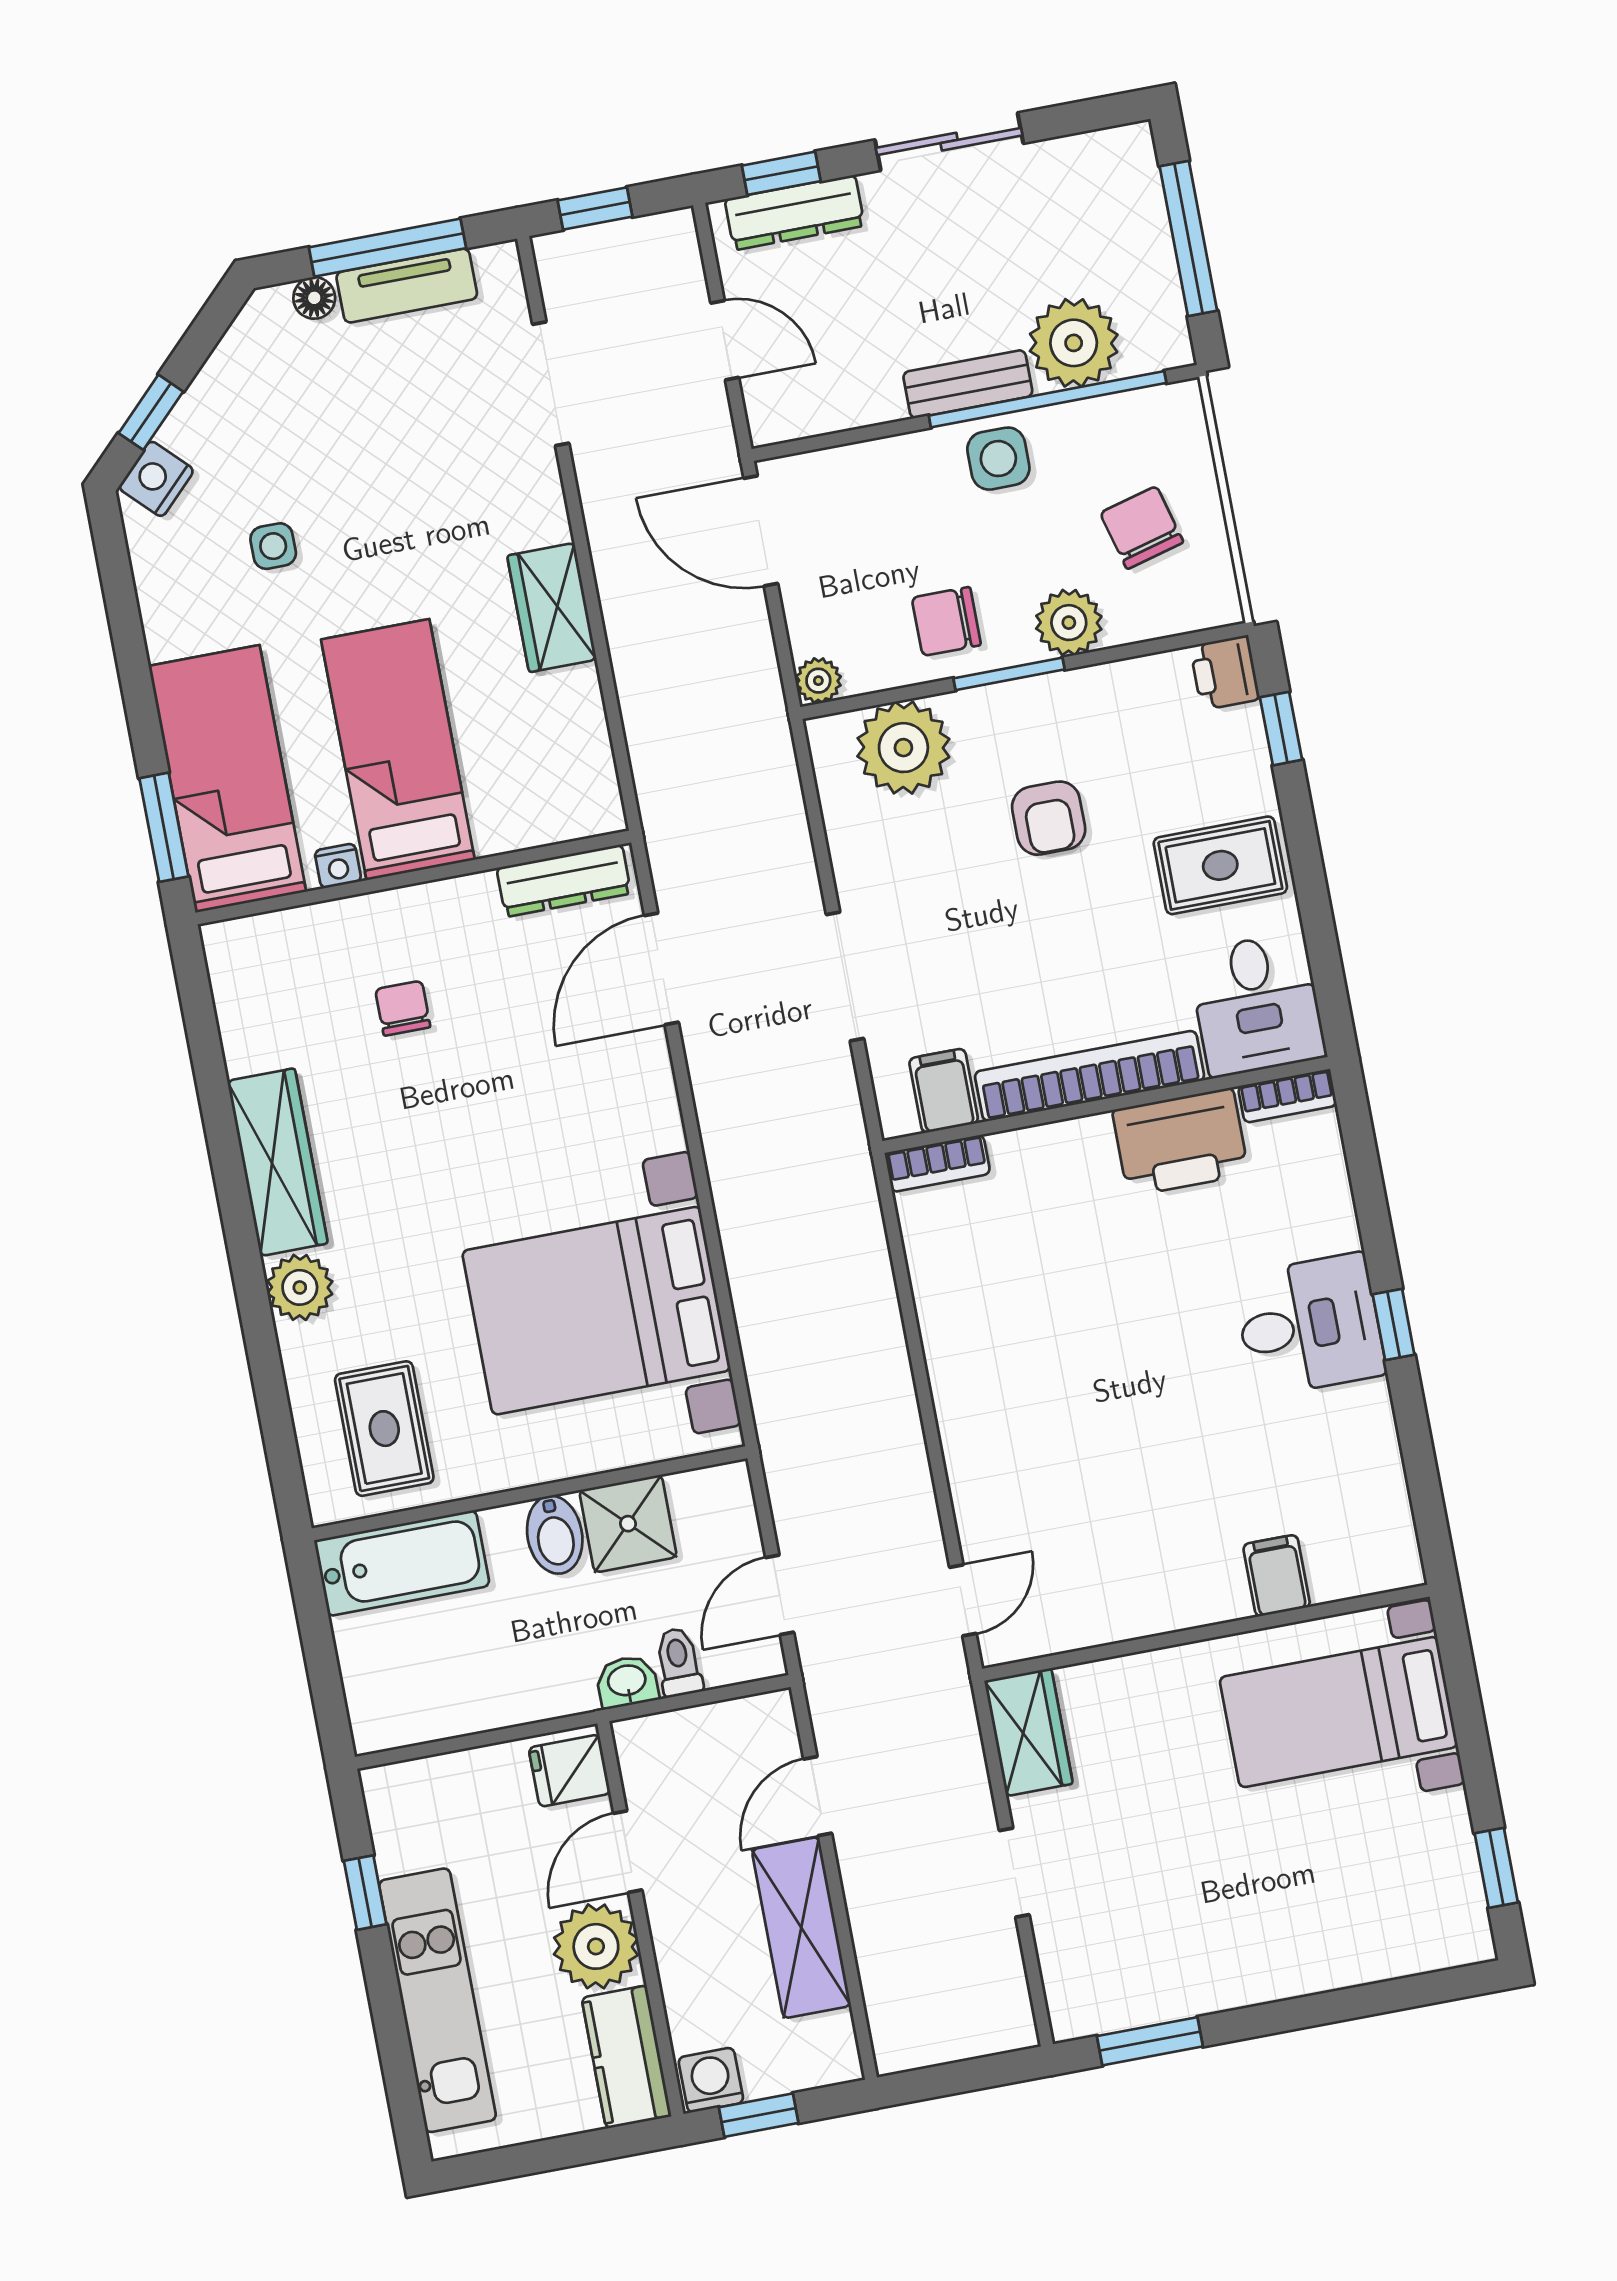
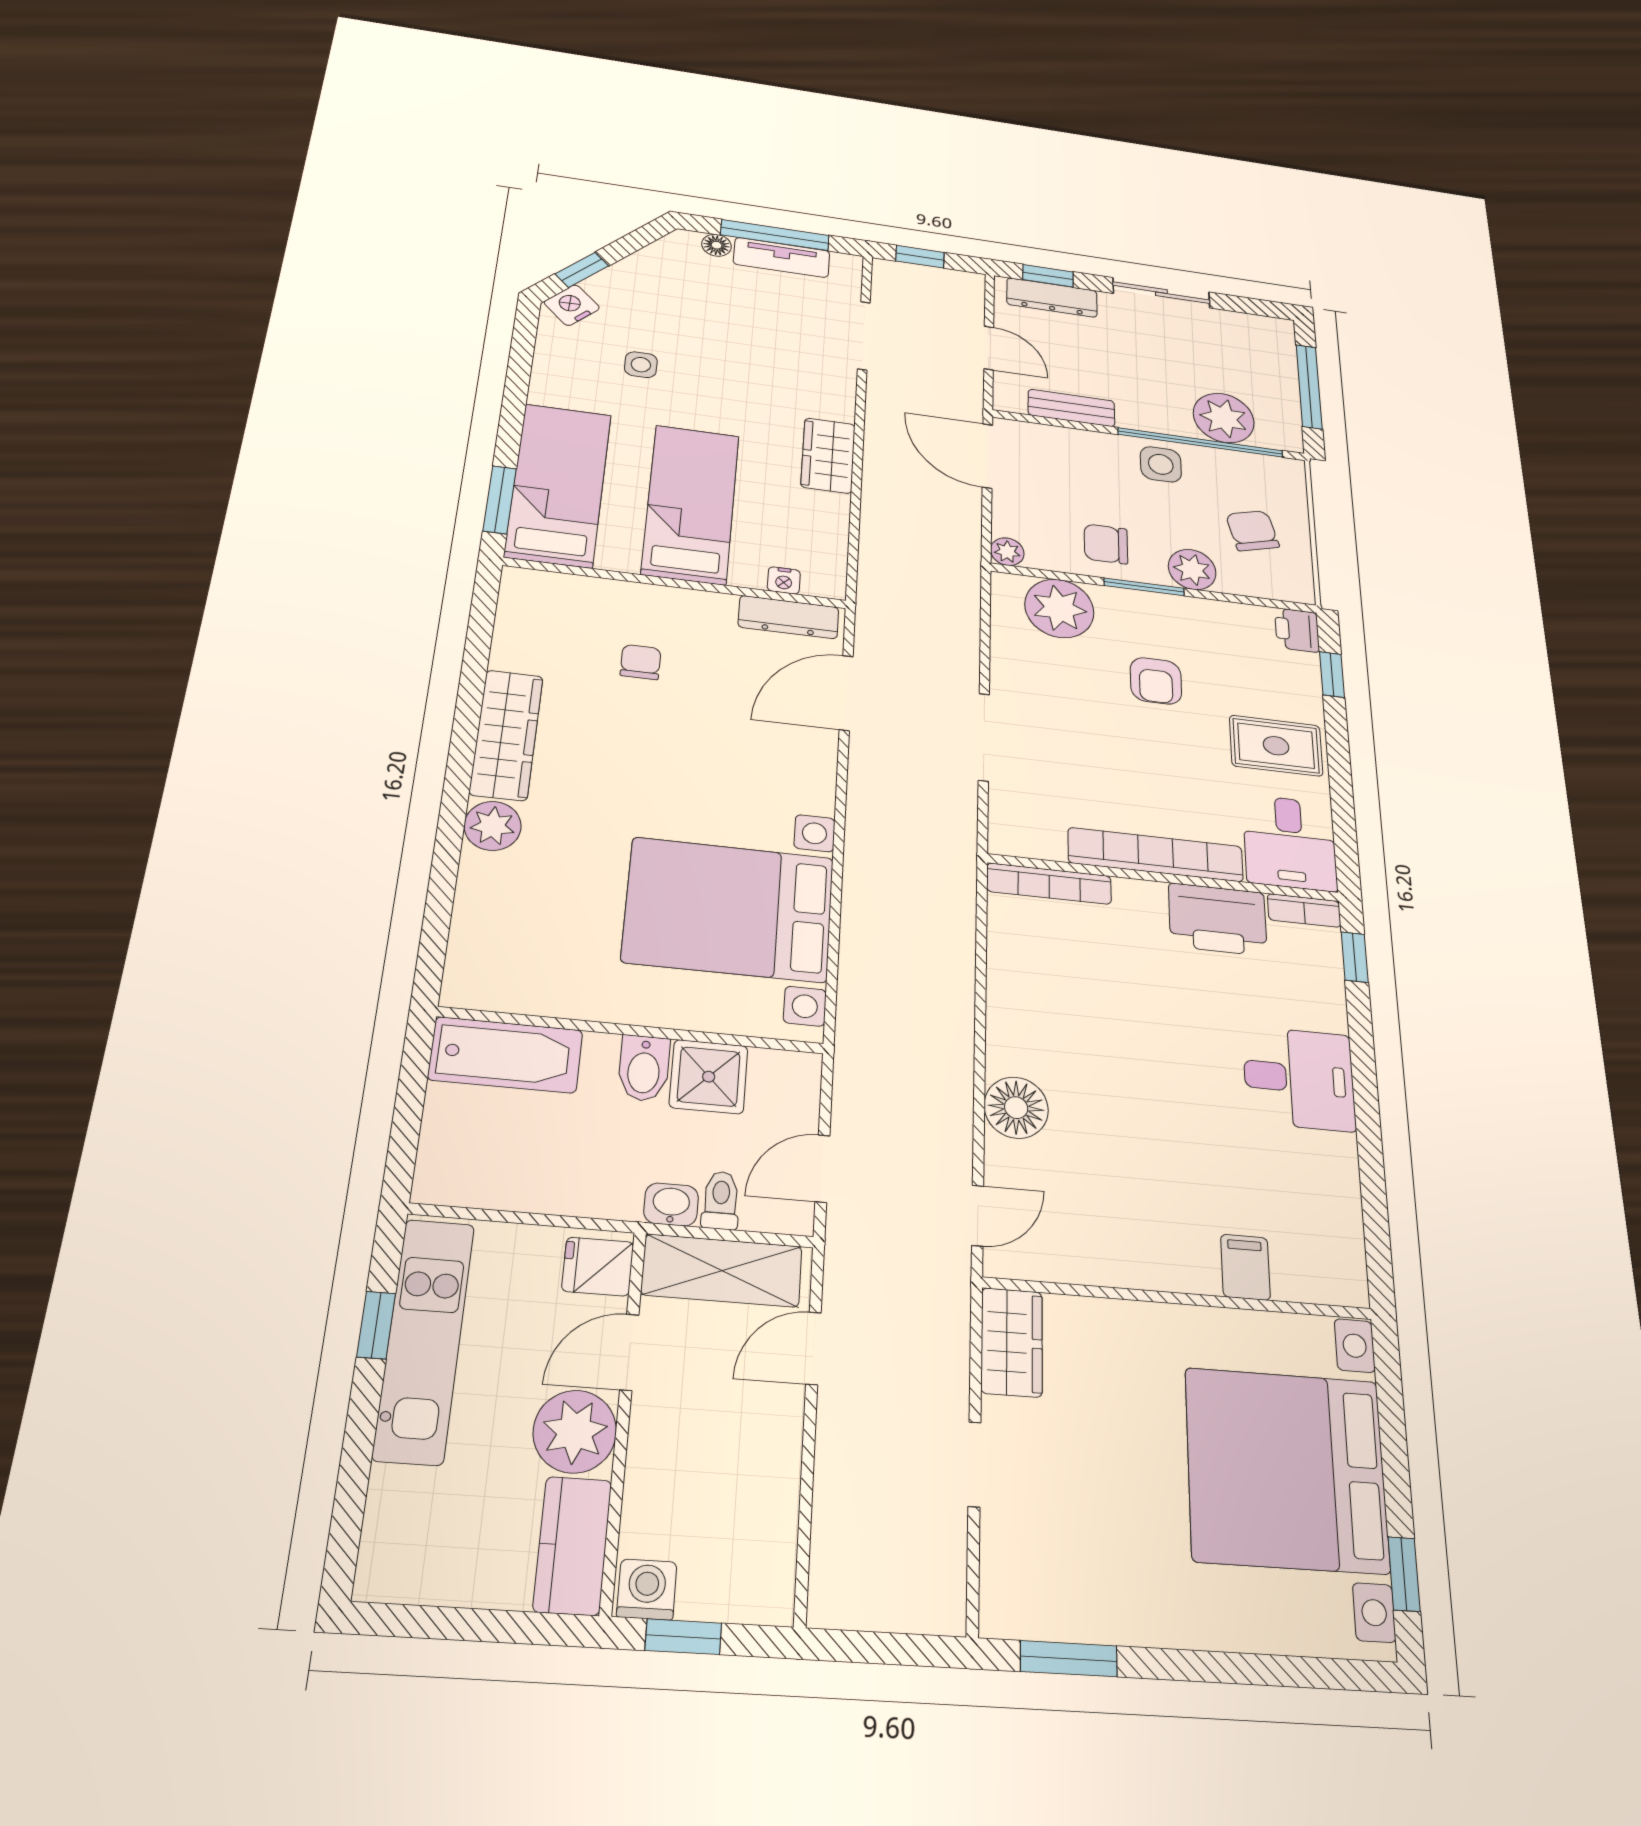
bench: (968, 384) -> (1071, 408), moved
nightstand: (338, 866) -> (784, 580), moved
filing cabinet: (944, 1091) -> (1042, 833), removed
bookcase: (937, 1163) -> (1049, 884), width x1.56
window: (1394, 1324) -> (1355, 957), moved
rug: (384, 1429) -> (526, 948), removed
floor lamp: (981, 1460) -> (1016, 1108), added
bed with nightstands: (1339, 1712) -> (1287, 1470), width x1.85
shelving: (801, 1928) -> (722, 1271), moved, turned 90
kitchen unit: (437, 2000) -> (424, 1340), moved

